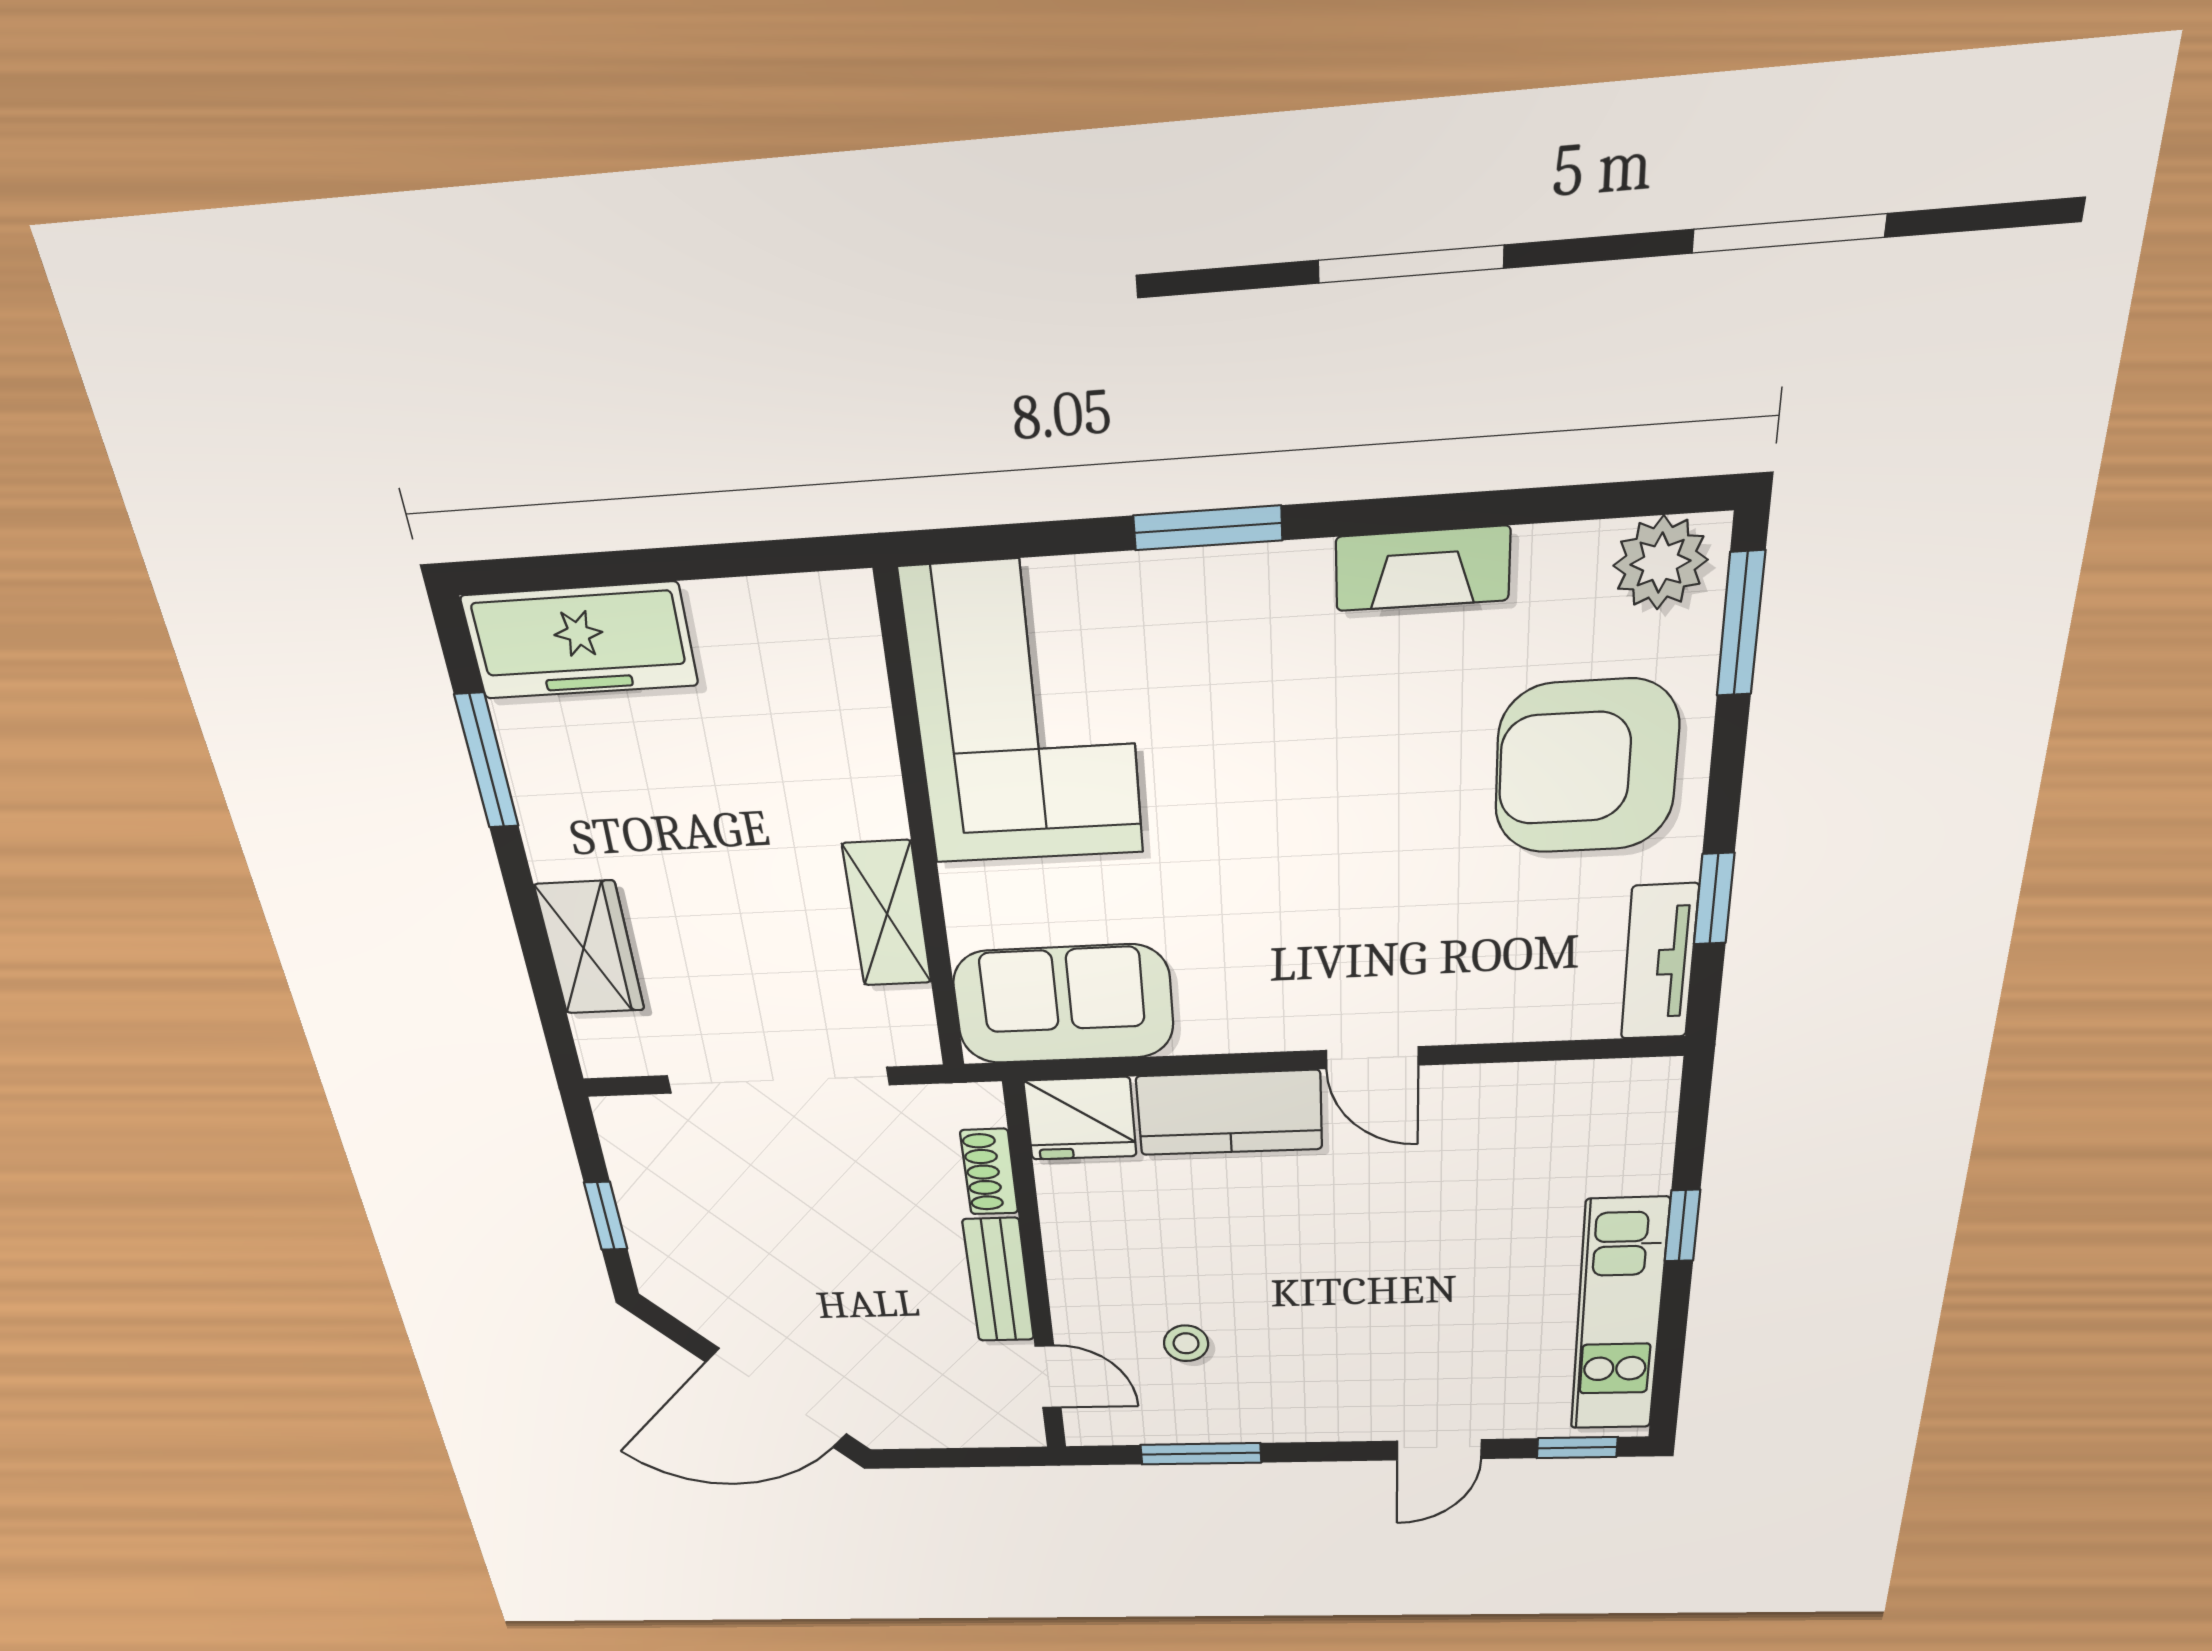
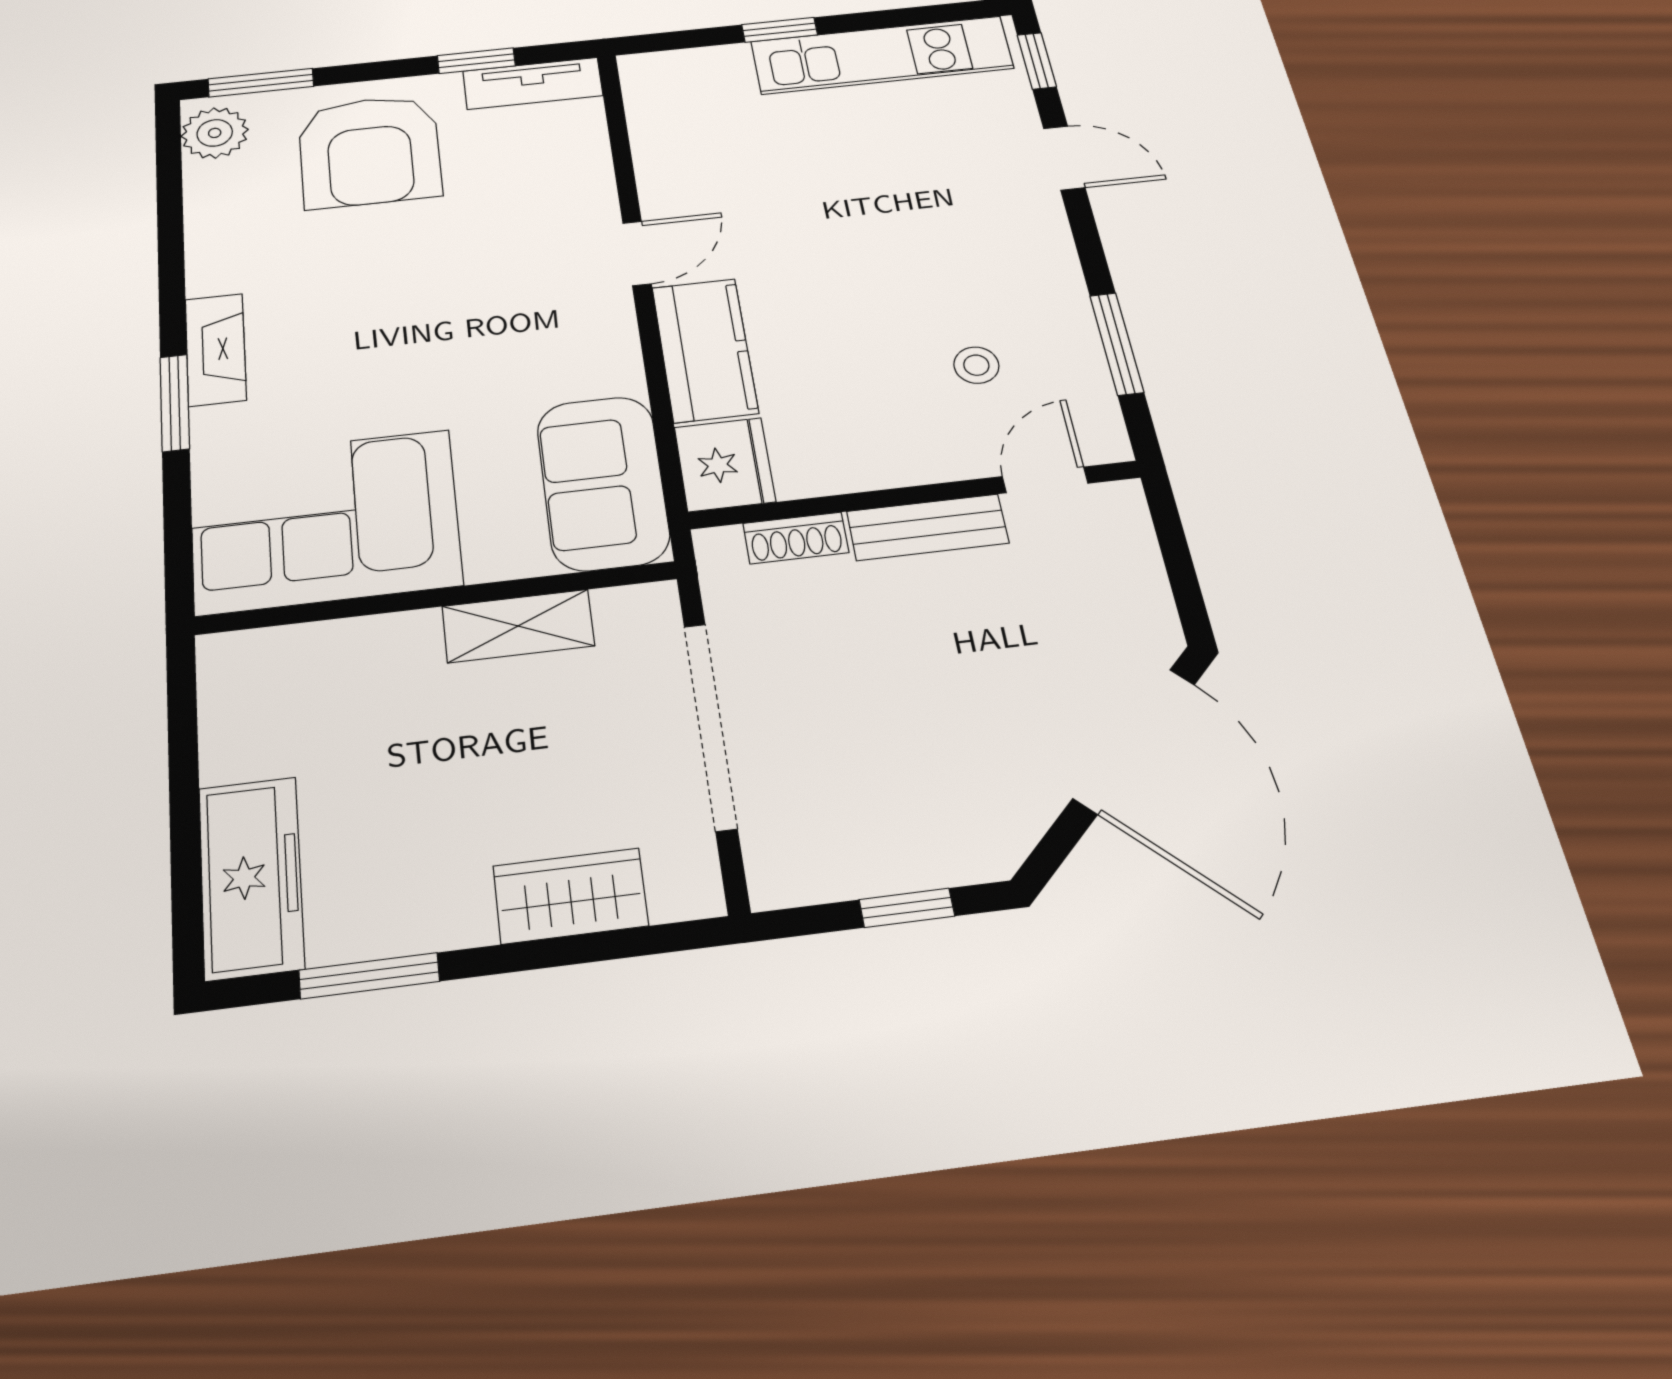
fireplace: (1423, 569) -> (216, 349), moved

